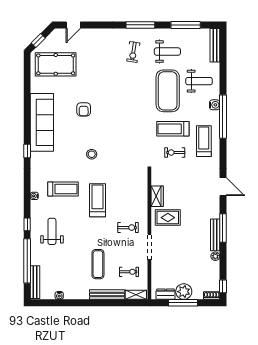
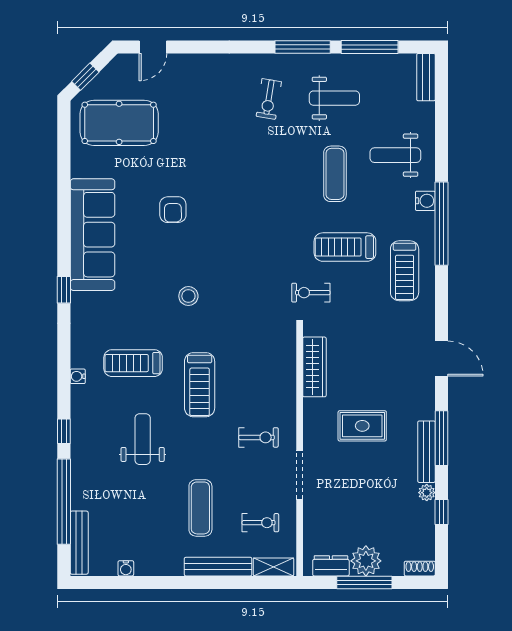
window: (140, 25) -> (303, 47), moved
bench: (215, 45) -> (426, 77), width x0.73
weight bench: (199, 81) -> (395, 155), turned 180
exercise mat: (168, 91) -> (335, 174), width x0.50, depth x0.69
treadmill: (204, 141) -> (405, 271), turned 180
exercise bike: (175, 153) -> (311, 293), moved
treadmill: (63, 189) -> (133, 363), turned 180
wardrobe: (157, 196) -> (314, 367), width x1.50
treadmill: (97, 200) -> (200, 385), turned 180
rug: (168, 218) -> (362, 426), moved
weight bench: (52, 231) -> (143, 439), moved
window: (223, 286) -> (442, 512), moved

